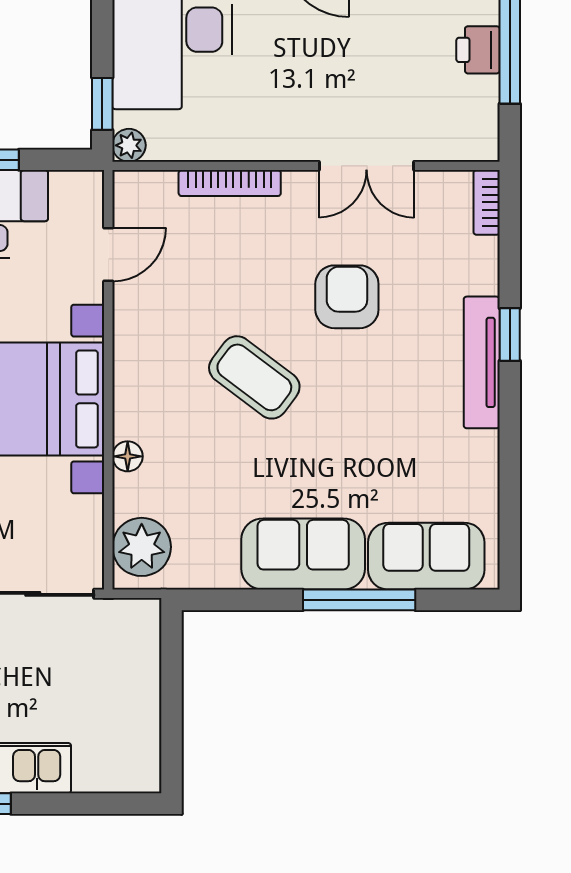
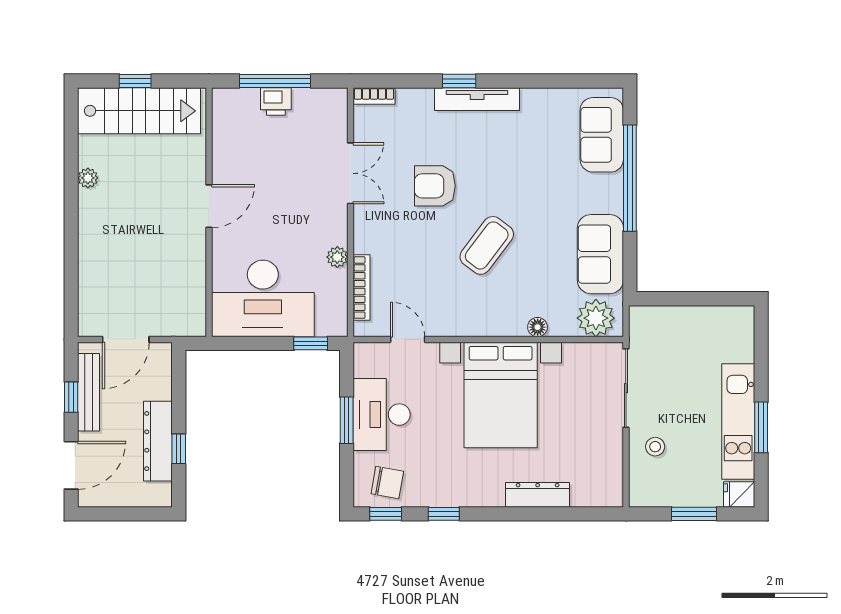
plant: (129, 145) -> (337, 257), moved
bookcase: (230, 183) -> (362, 288), moved
sofa: (303, 554) -> (600, 254), moved
window: (359, 600) -> (630, 178), width x1.46

